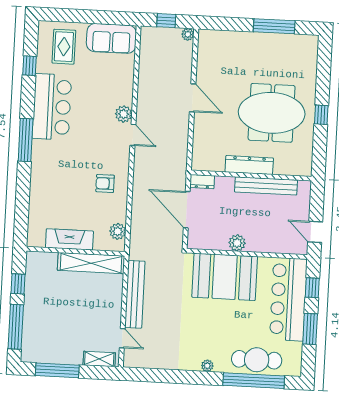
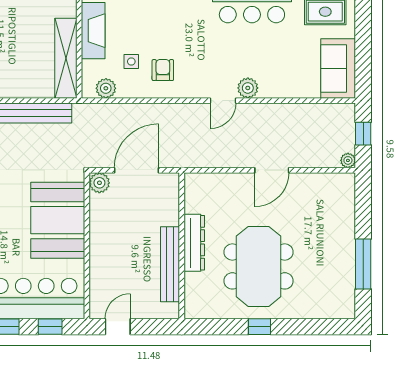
dresser: (202, 182) -> (171, 187), removed
side table: (97, 209) -> (131, 62), added
plant: (237, 243) -> (99, 183), moved

